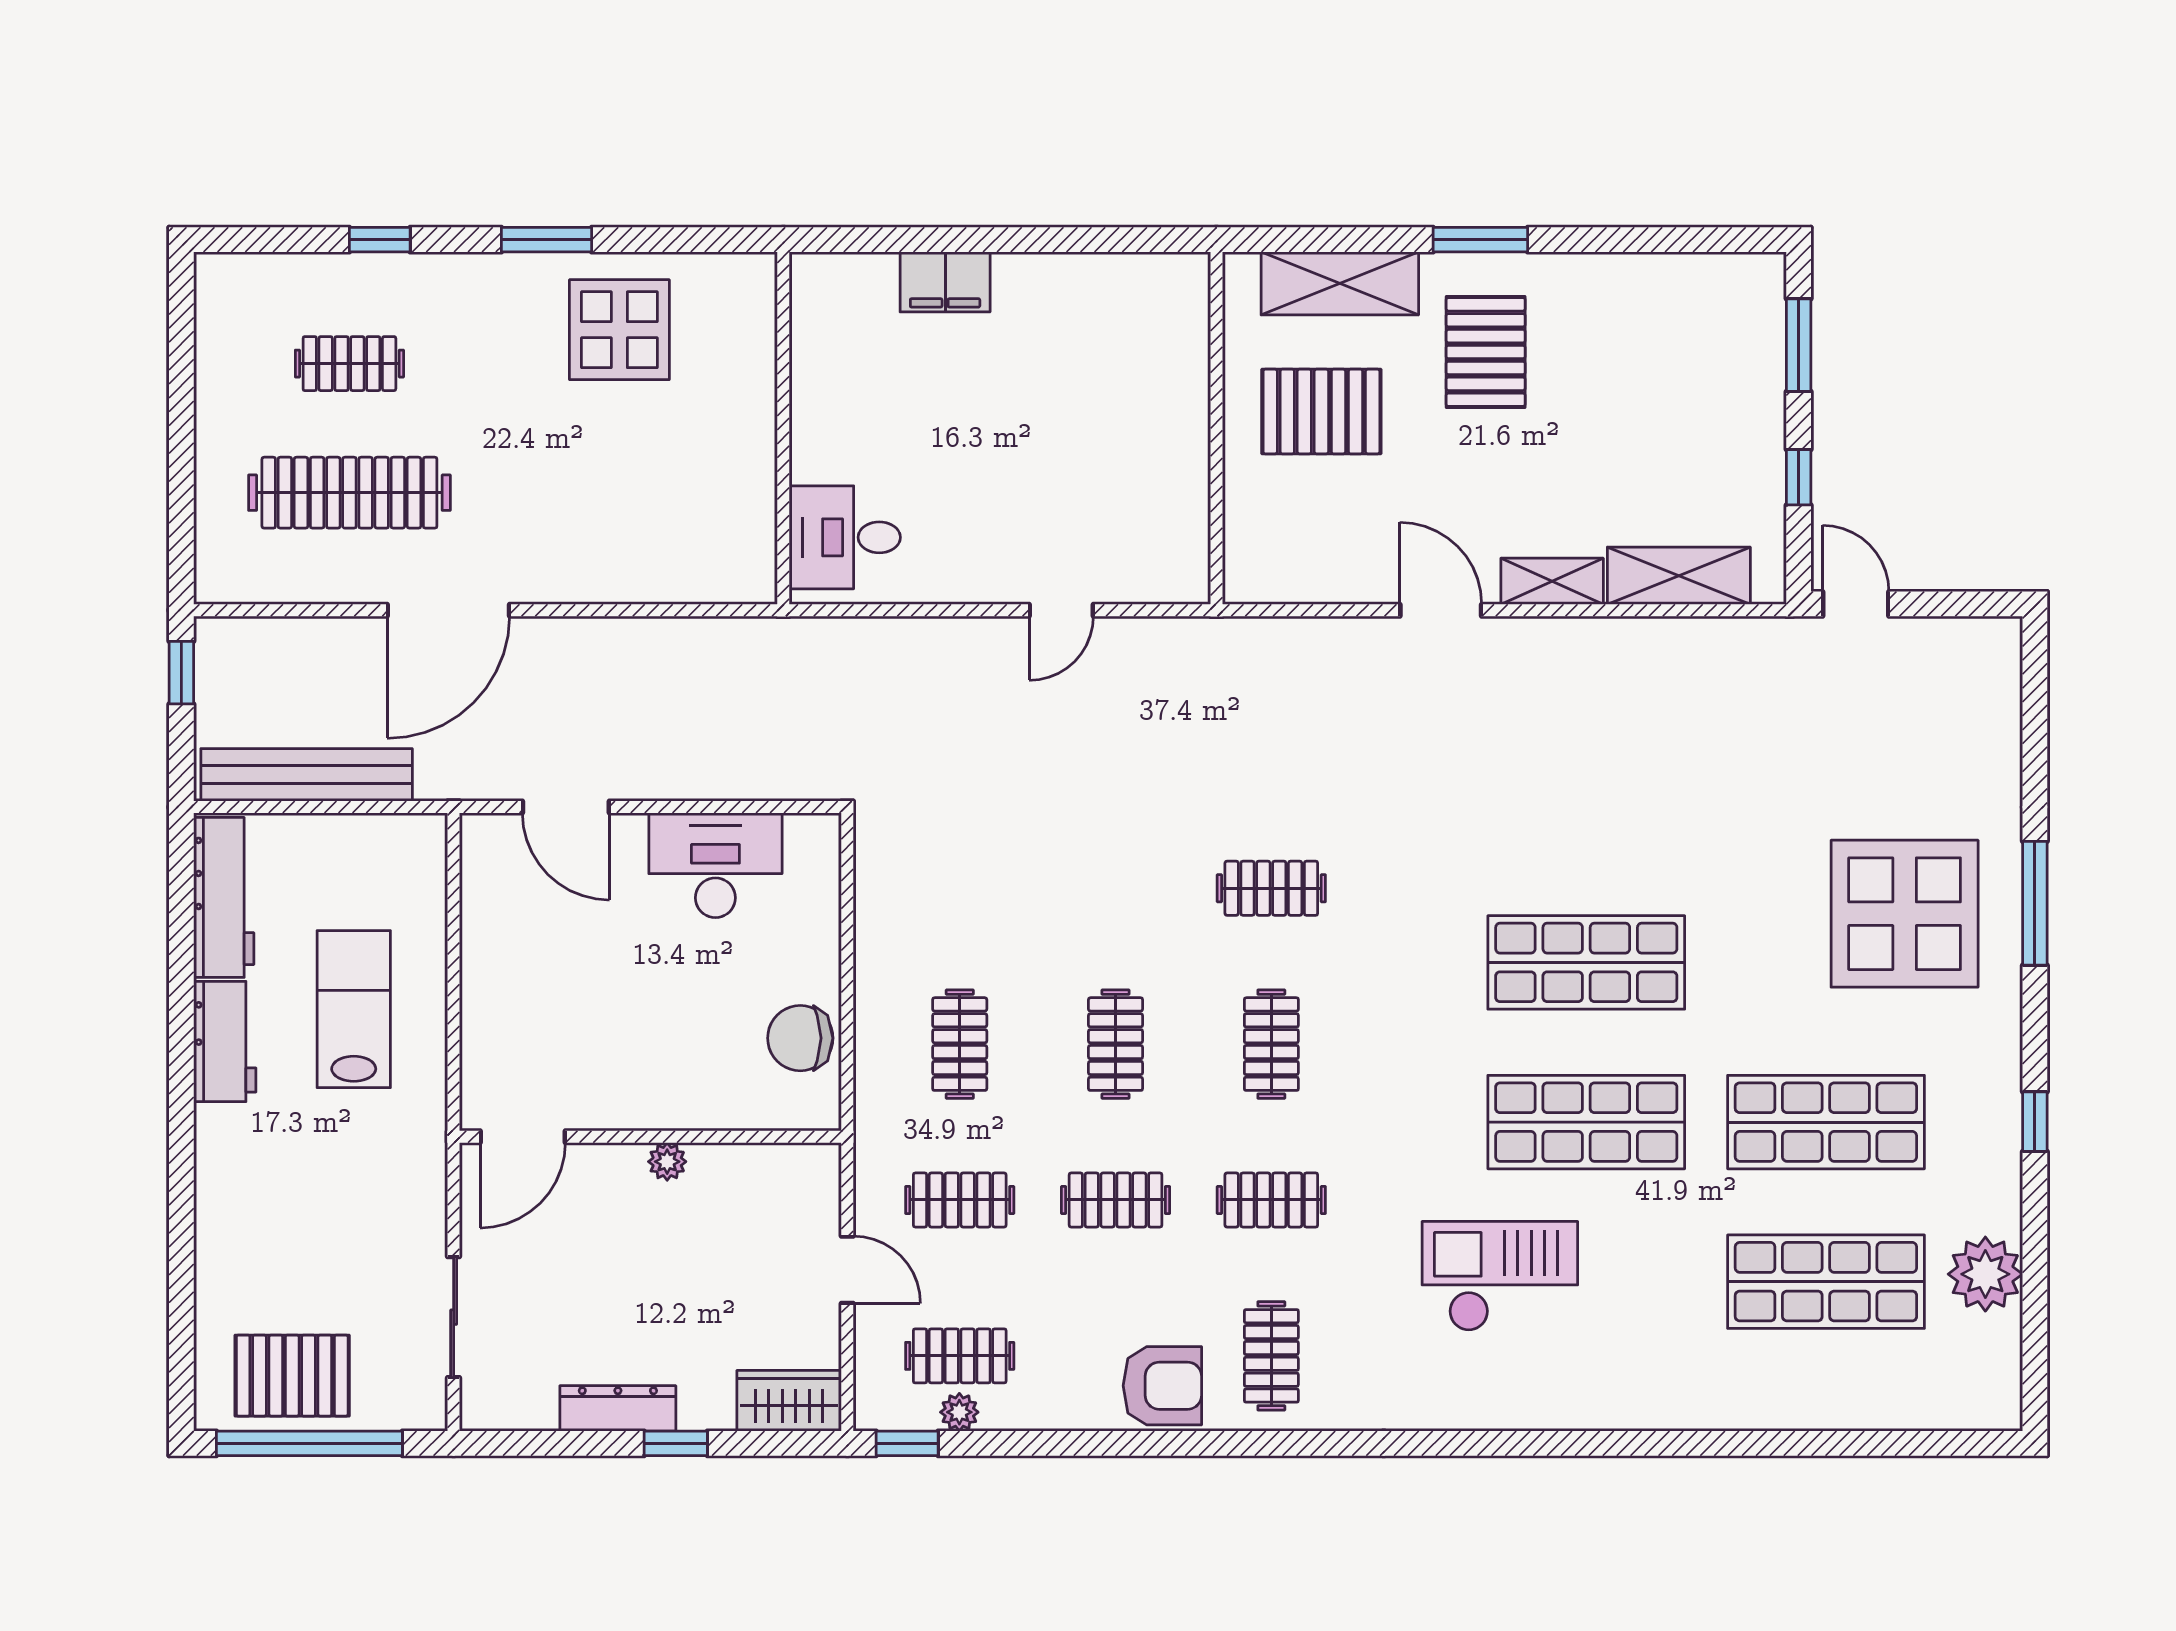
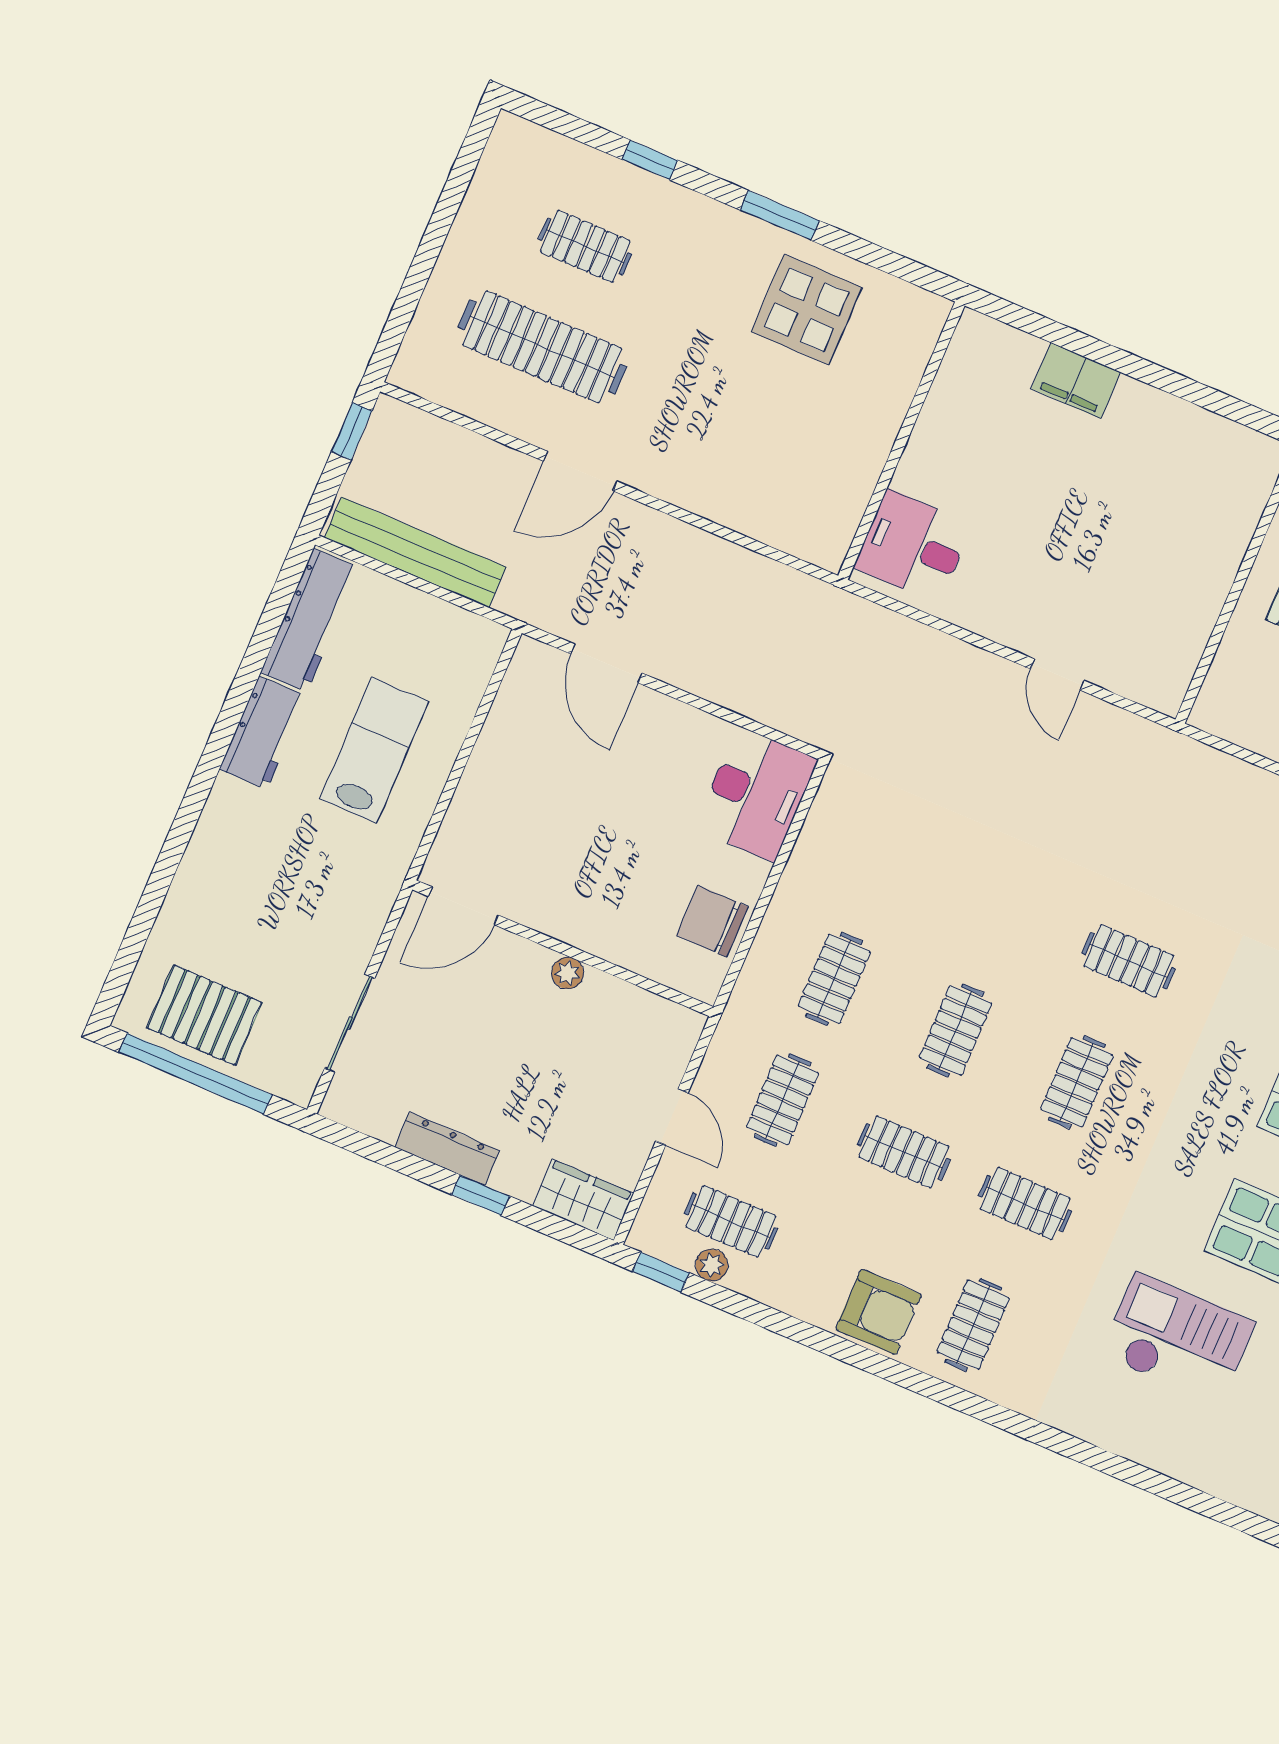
door: (448, 610) -> (580, 471), width x0.73
door: (1061, 610) -> (1057, 675), hinge flipped
desk: (715, 865) -> (756, 794), moved, turned 90
clothes rail: (960, 1200) -> (782, 1100), turned 90

